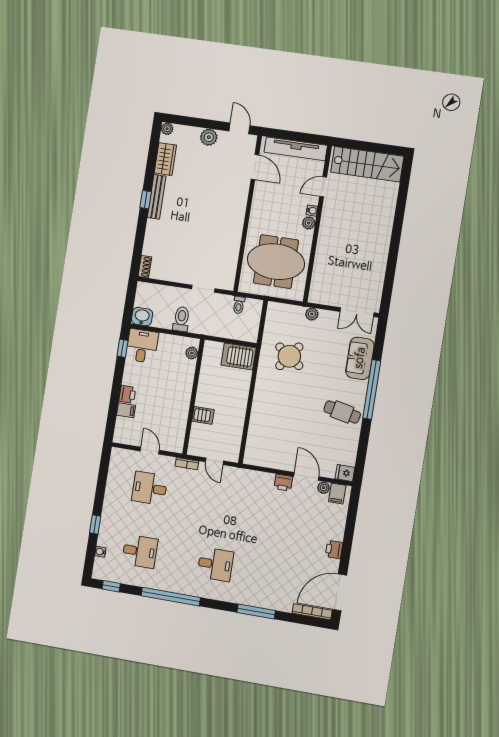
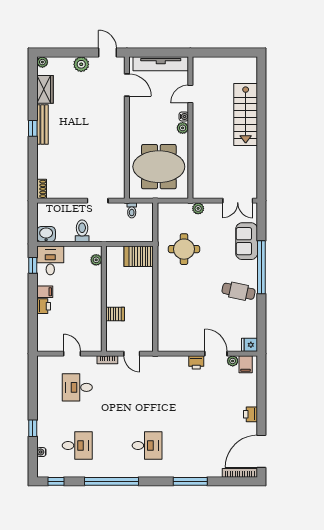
stairs: (367, 164) -> (246, 114), moved, turned 90
round table: (289, 356) -> (184, 249), turned -36
filing cabinet: (126, 410) -> (45, 292), moved

